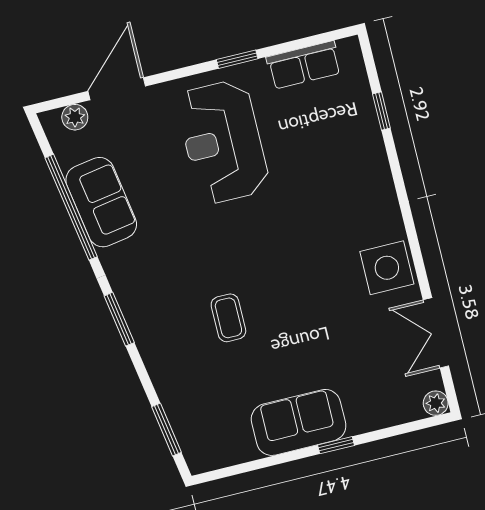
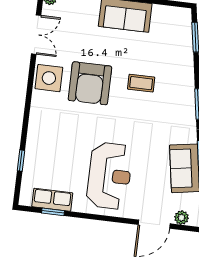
window: (237, 59) -> (53, 212), moved
armchair: (315, 285) -> (90, 83), added
coffee table: (228, 318) -> (141, 83), turned 90

